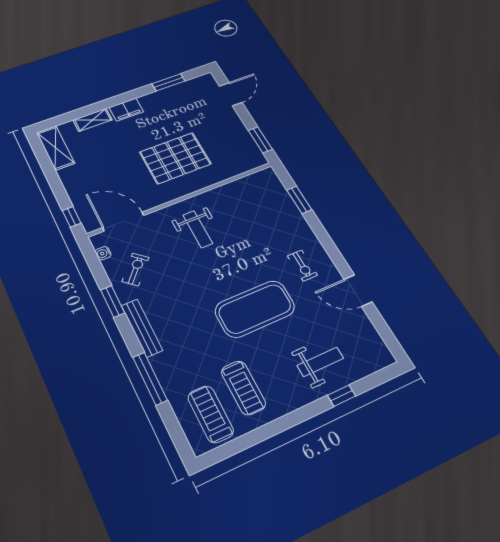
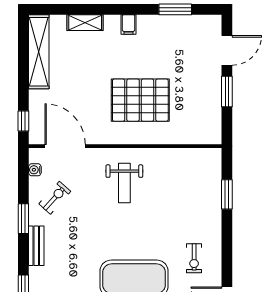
filing cabinet: (126, 110) -> (129, 24), width x0.50
window: (260, 140) -> (227, 92), moved
shelving: (56, 148) -> (39, 52), width x1.47
bench: (142, 328) -> (36, 246), width x0.73

